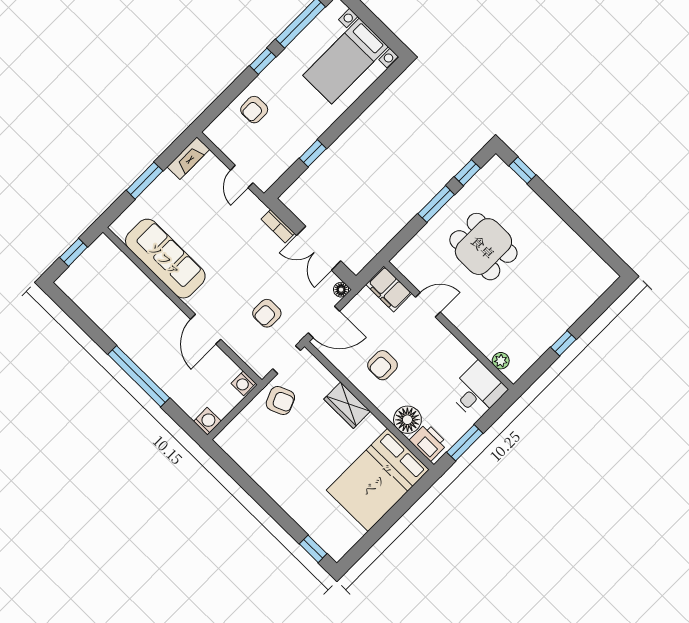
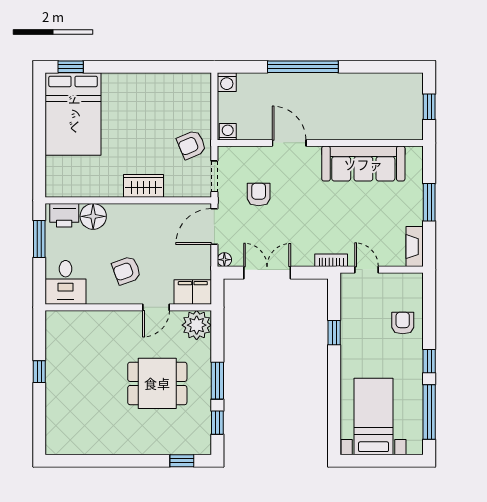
bookcase: (278, 226) -> (331, 260), moved
plant: (501, 361) -> (197, 325), moved, width x1.88, depth x1.88
armchair: (383, 365) -> (126, 270), moved, turned -110
bed: (378, 480) -> (73, 114), moved, turned 180

